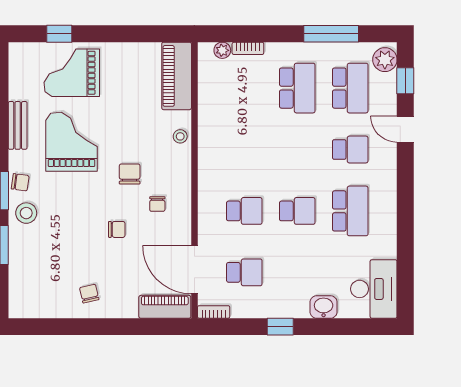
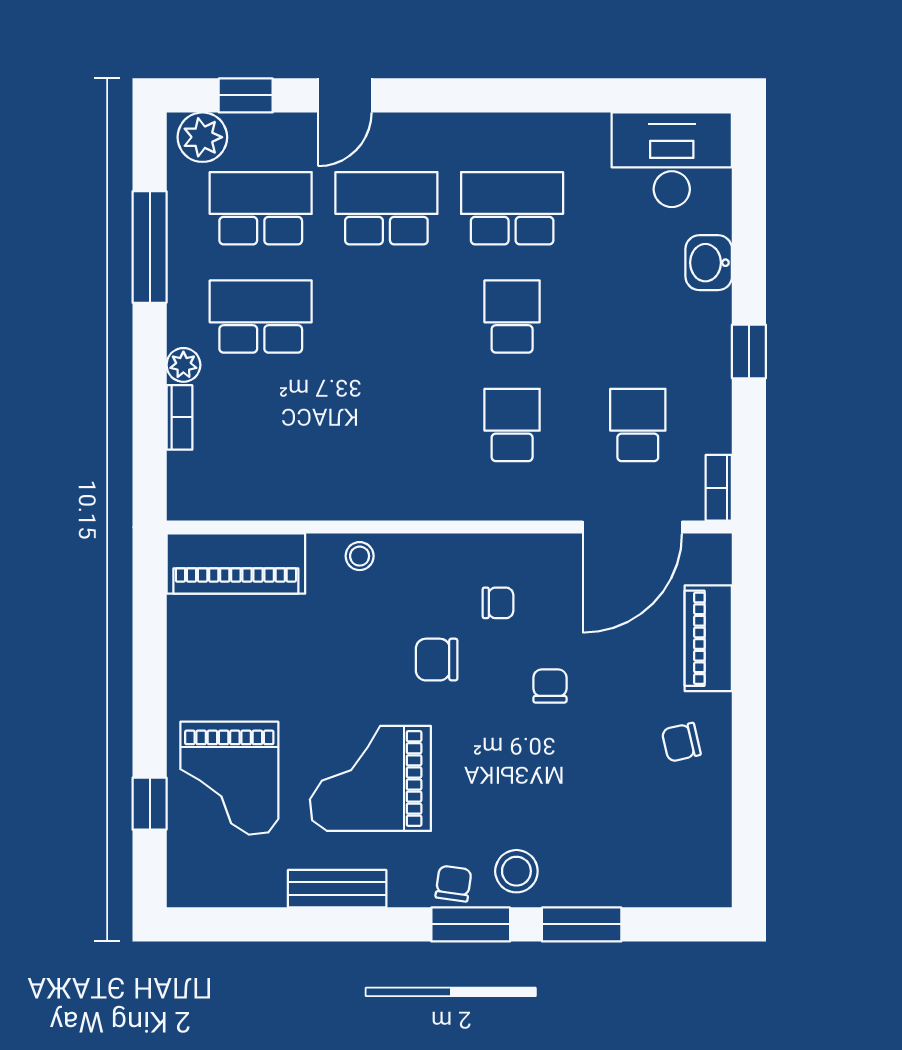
plant: (222, 50) -> (183, 365), moved
school desk: (350, 150) -> (386, 208), width x1.85
piano: (165, 307) -> (708, 638), moved

